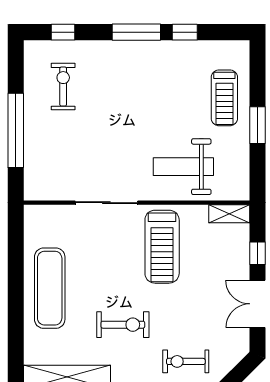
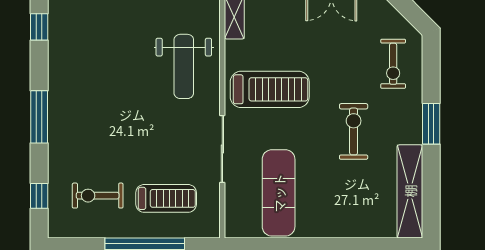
window: (185, 32) -> (39, 27), moved
treadmill: (224, 98) -> (166, 198), moved
exercise mat: (50, 288) -> (279, 193), moved, turned 90

